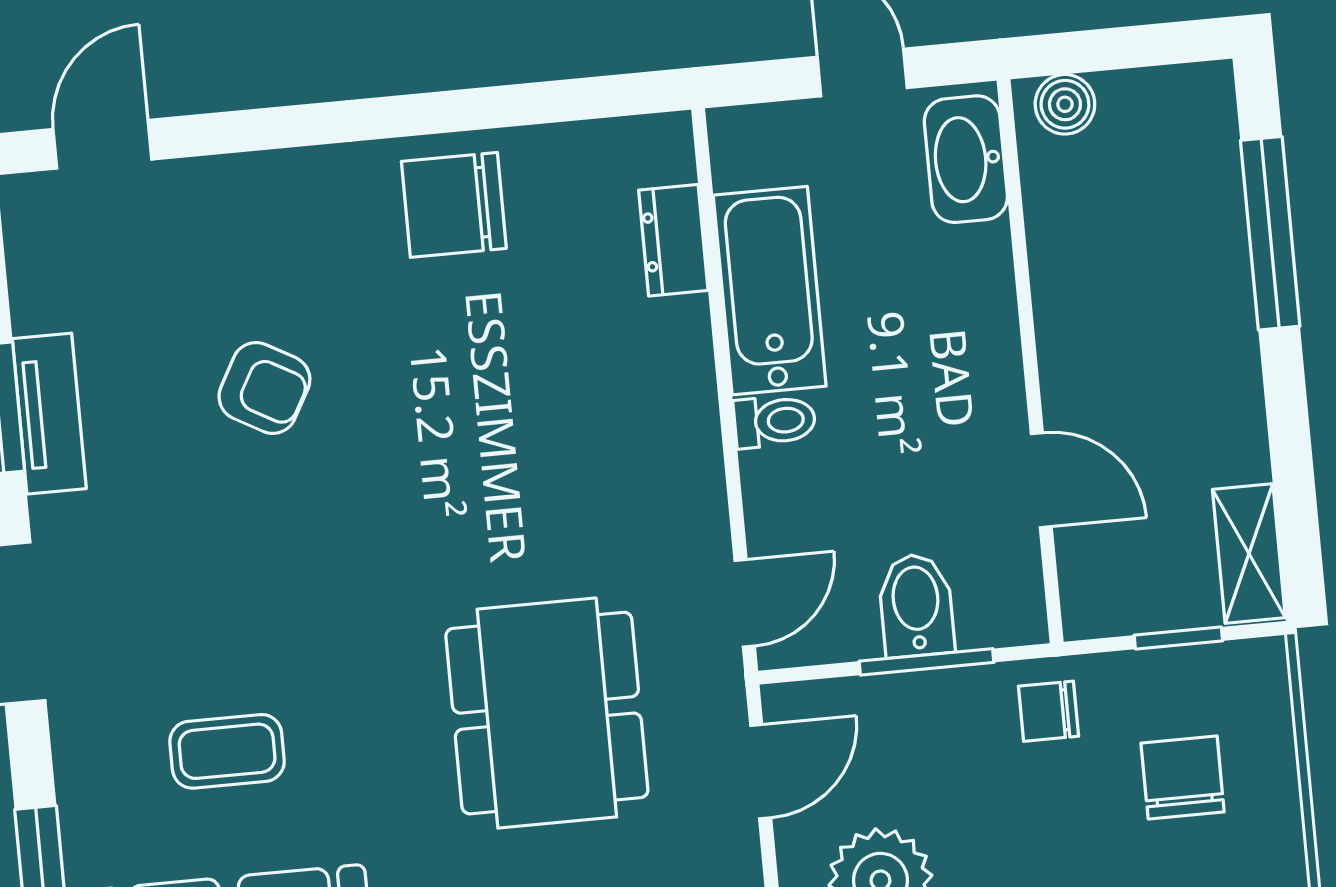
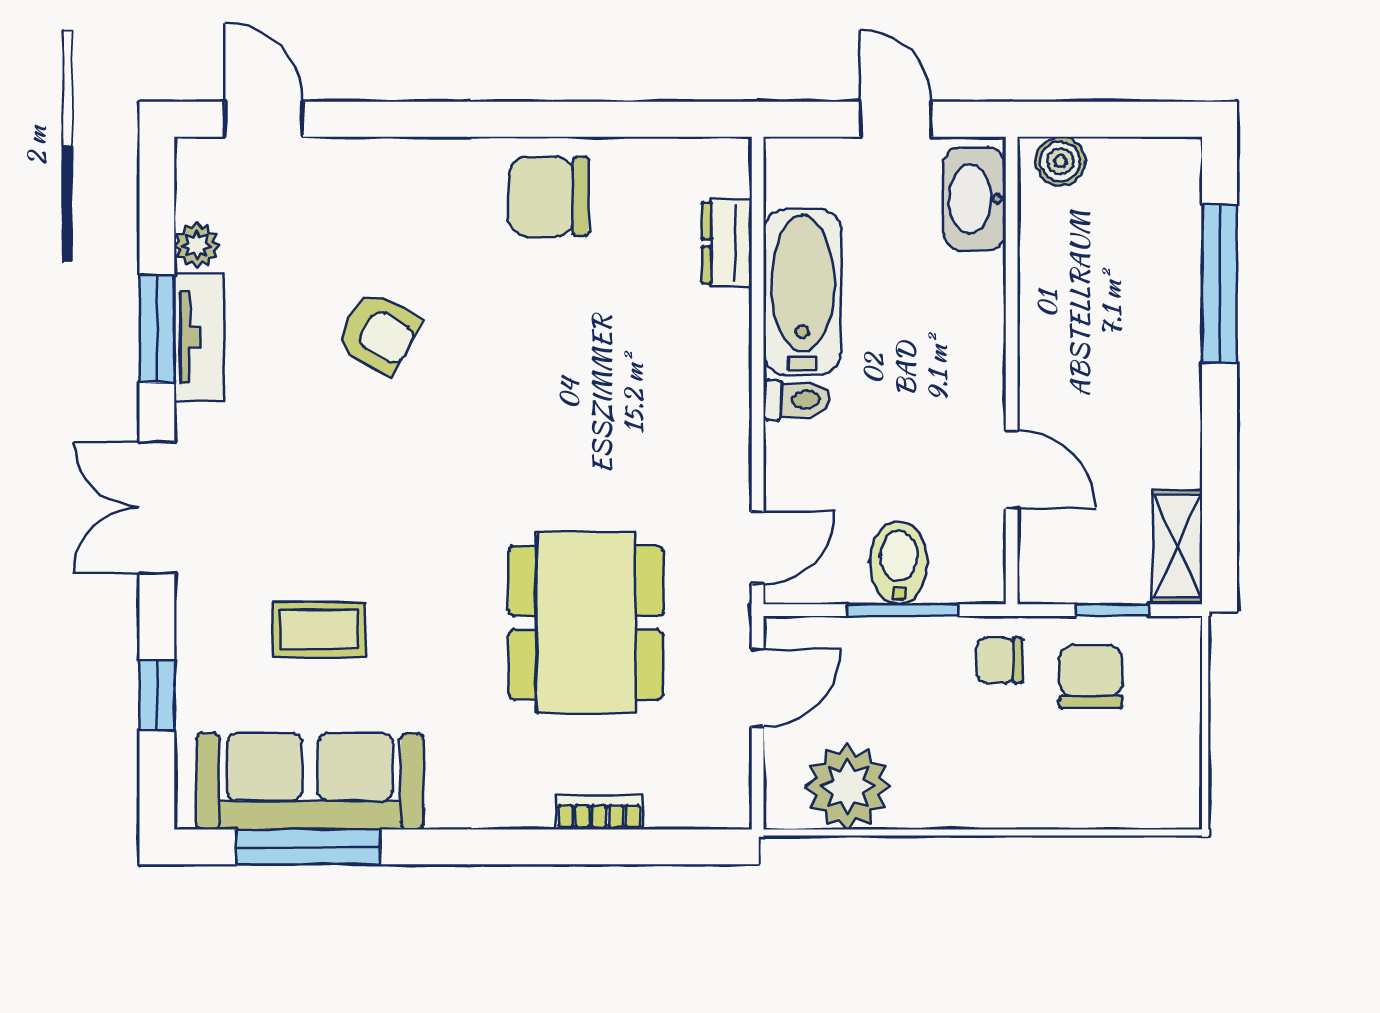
door: (102, 144) -> (264, 119), hinge flipped
plant: (36, 304) -> (197, 245), added
chair: (1183, 777) -> (1091, 677), moved

